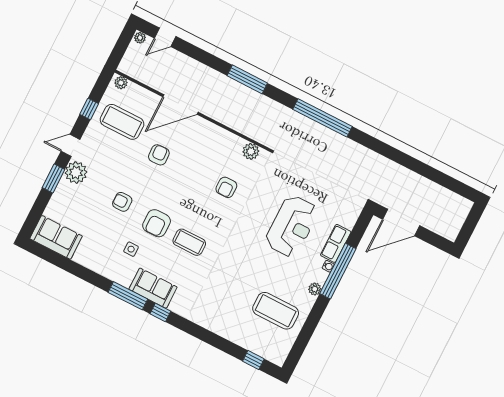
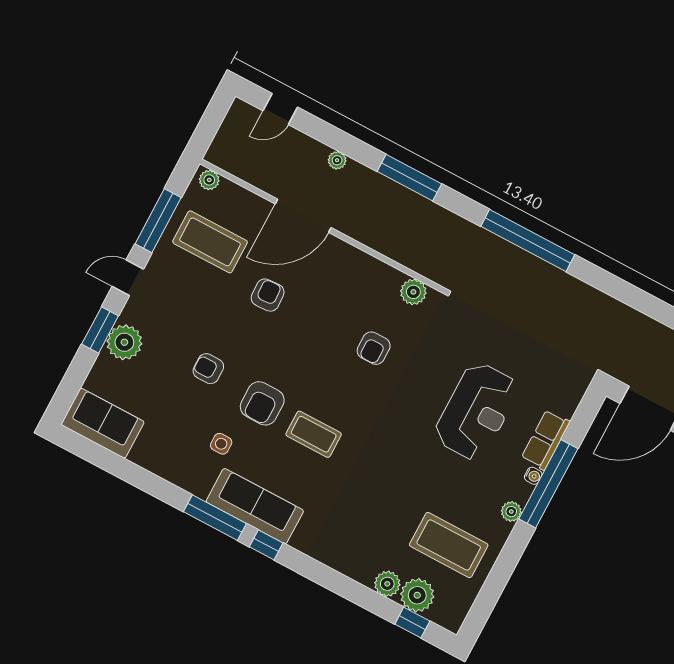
plant: (140, 38) -> (337, 160), moved
window: (89, 109) -> (158, 221), width x2.17
plant: (76, 172) -> (124, 342), moved
sofa: (153, 288) -> (255, 506), width x1.36
plant: (237, 336) -> (387, 584), added
plant: (256, 343) -> (417, 595), added

